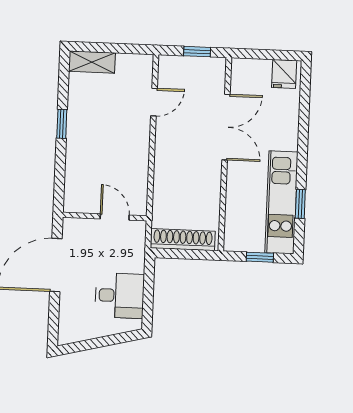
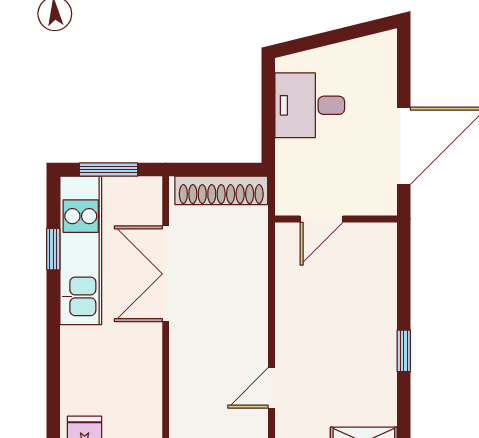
double door: (226, 127) -> (166, 274), moved
door: (115, 217) -> (322, 219), hinge flipped
window: (260, 257) -> (109, 169), width x1.50

